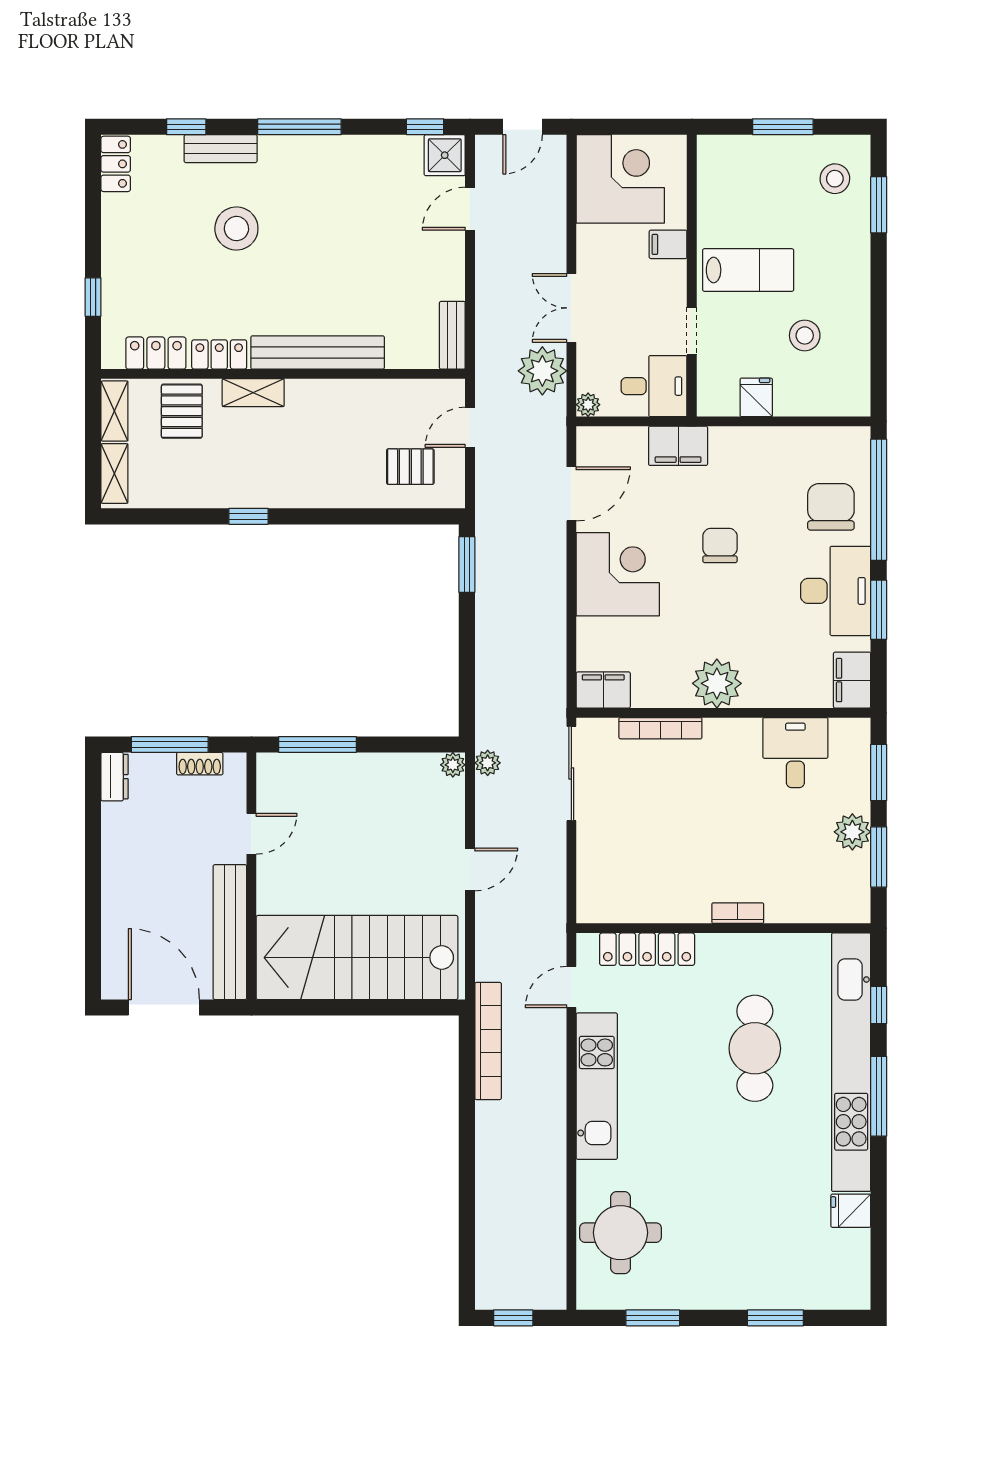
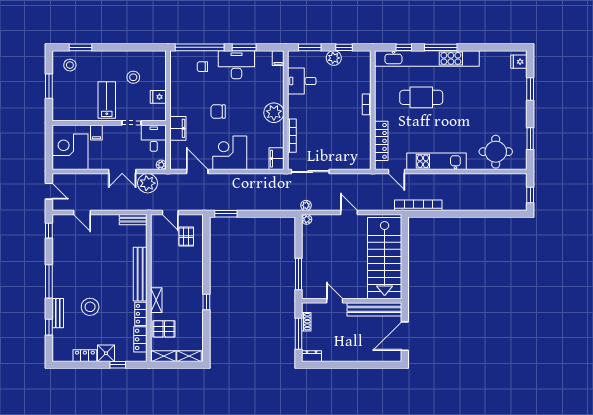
shower: (445, 155) -> (106, 353), moved
locker: (116, 164) -> (85, 356), moved
chair: (831, 507) -> (202, 67), width x0.54, depth x0.54
filing cabinet: (852, 680) -> (278, 58), width x0.50
window: (879, 857) -> (344, 47), width x0.67
fridge: (851, 1211) -> (519, 62), moved, turned 90

